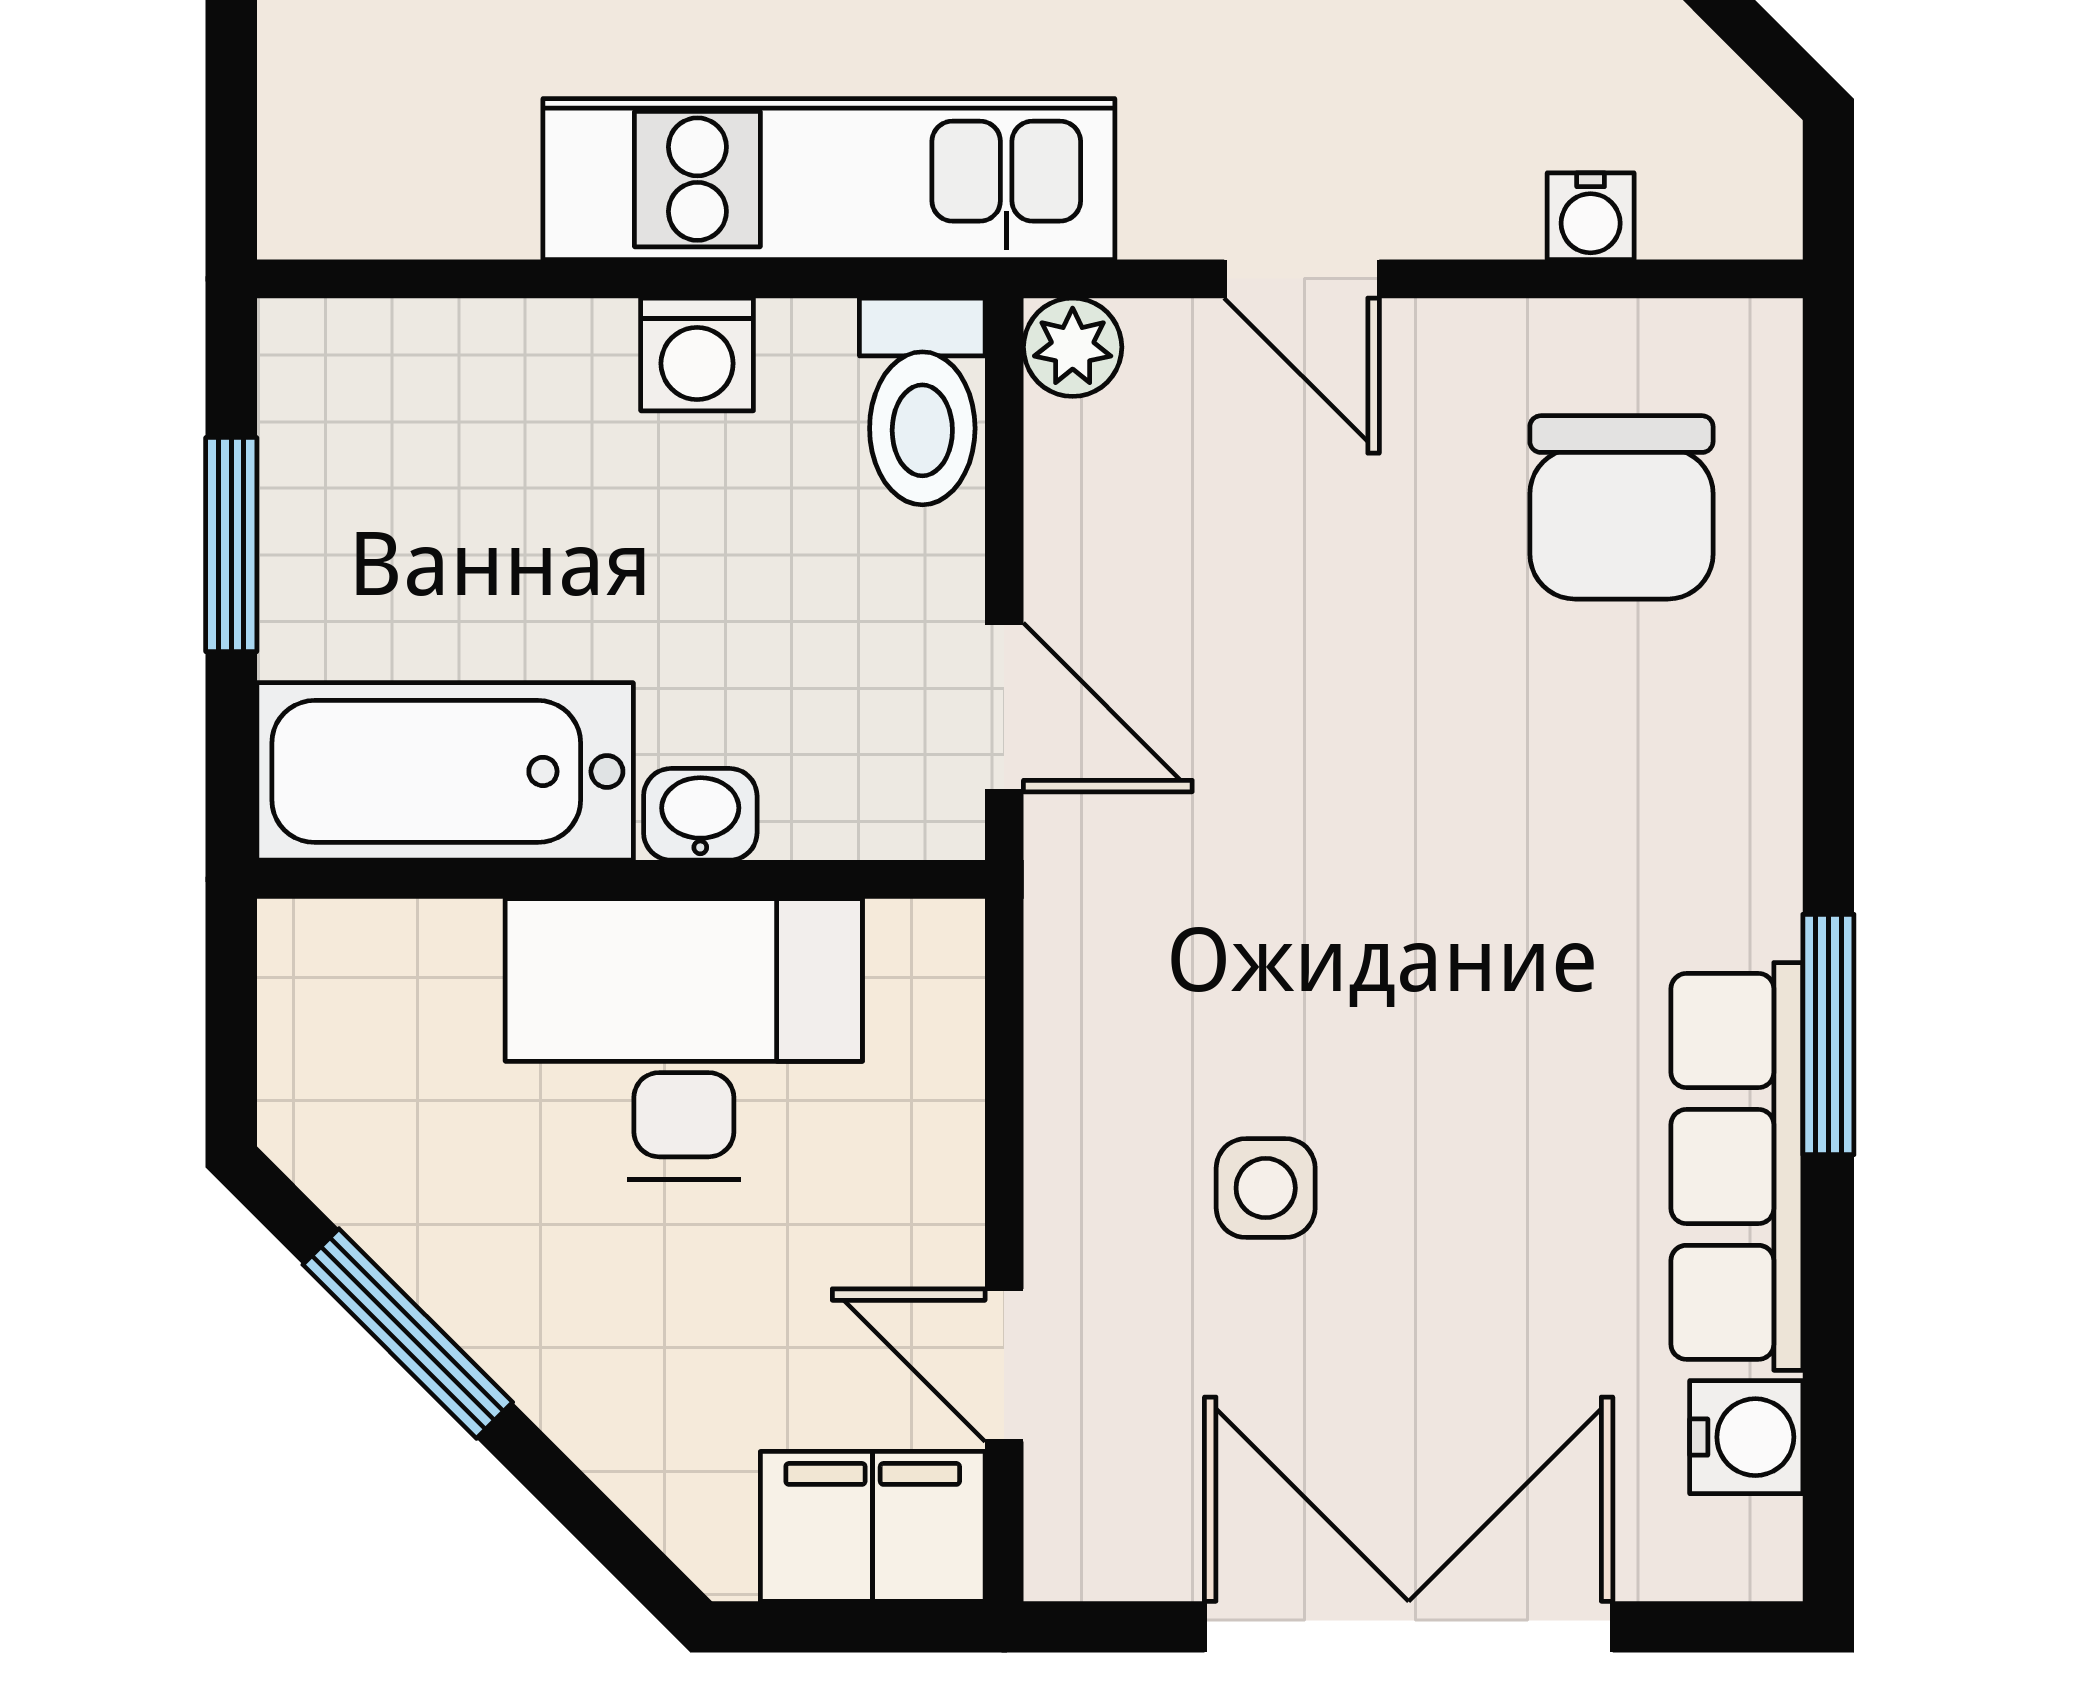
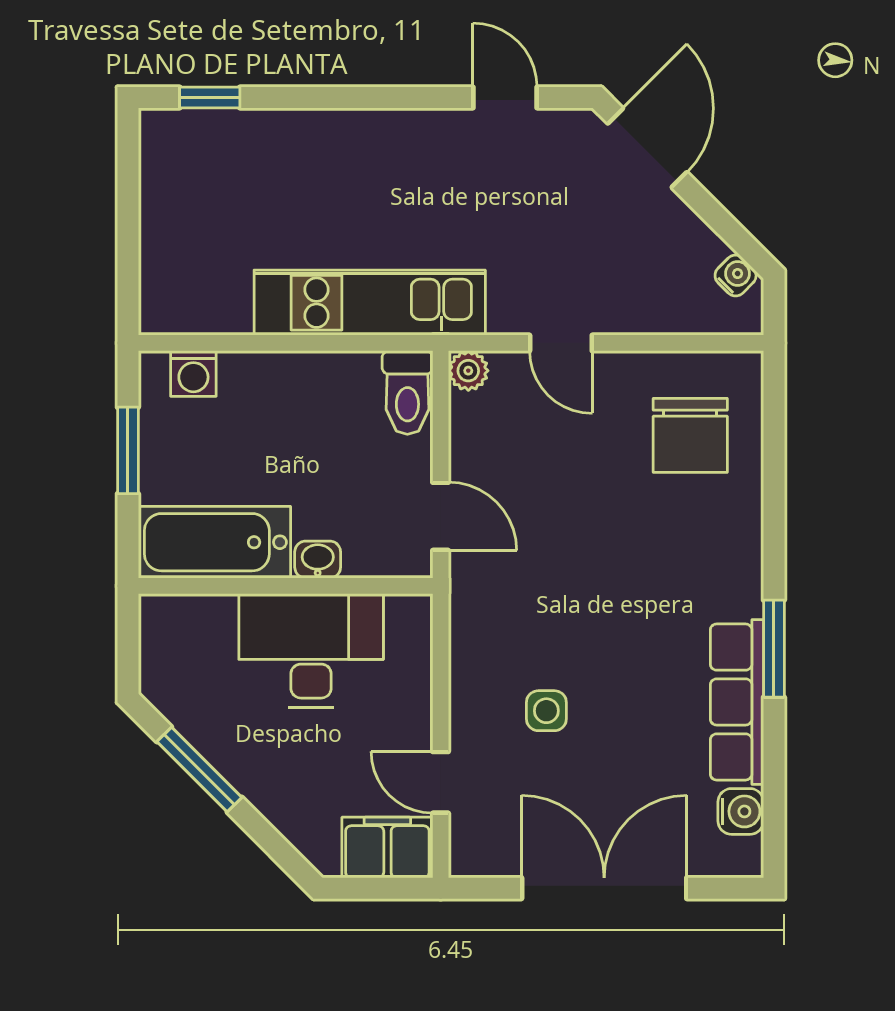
water cooler: (1591, 216) -> (736, 276), moved, turned -135
washing machine: (697, 354) -> (193, 374), moved

